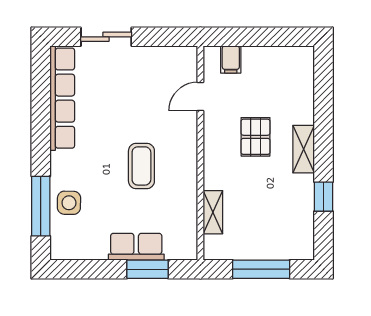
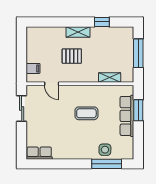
sliding door: (106, 37) -> (22, 109), moved
row of seats: (62, 98) -> (39, 153), width x0.50
row of seats: (136, 247) -> (127, 116), width x1.48

